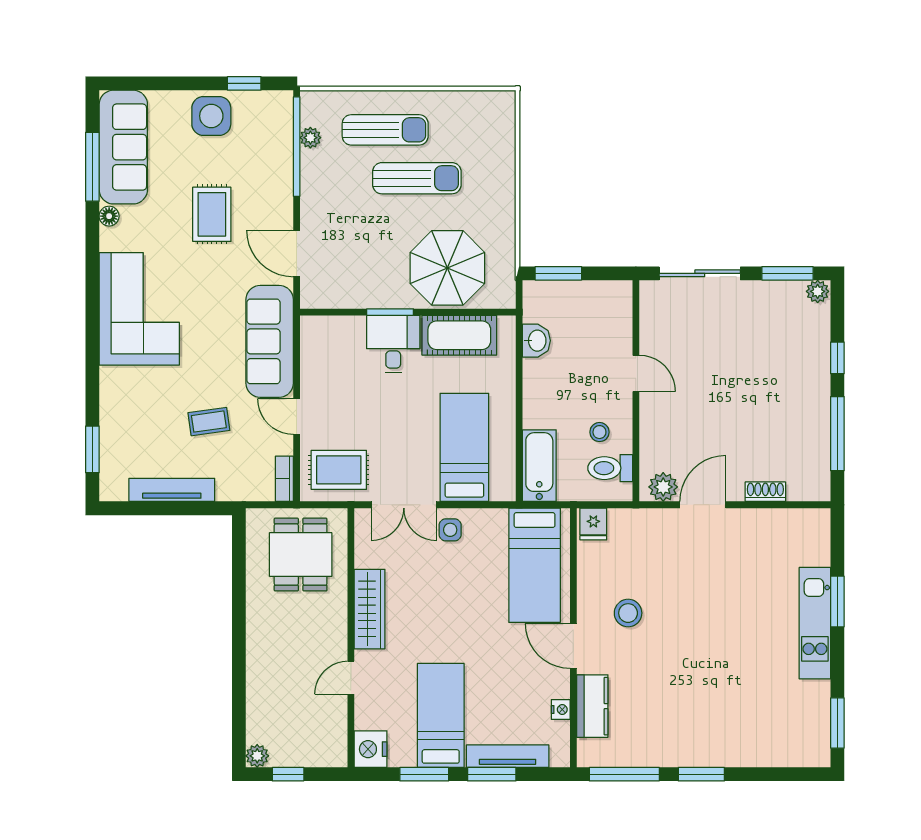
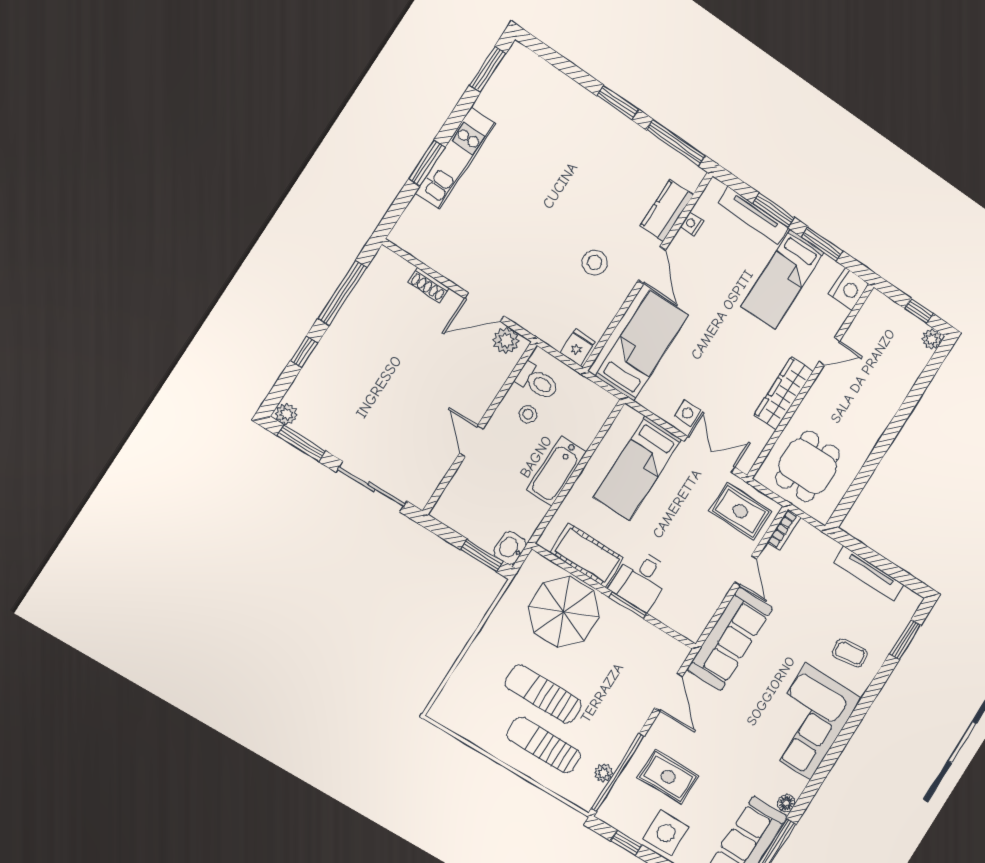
rug: (212, 214) -> (668, 777), moved, turned 90
washbasin: (536, 341) -> (510, 548), moved
coffee table: (209, 422) -> (850, 653), moved
bathtub: (539, 466) -> (556, 471), moved

